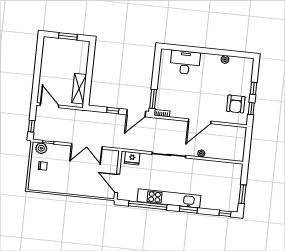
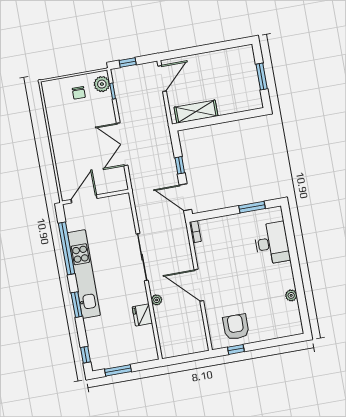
window: (253, 88) -> (264, 344), removed
window: (153, 99) -> (252, 207), moved
armchair: (236, 104) -> (236, 327), turned 90
fridge: (132, 158) -> (142, 315), moved

